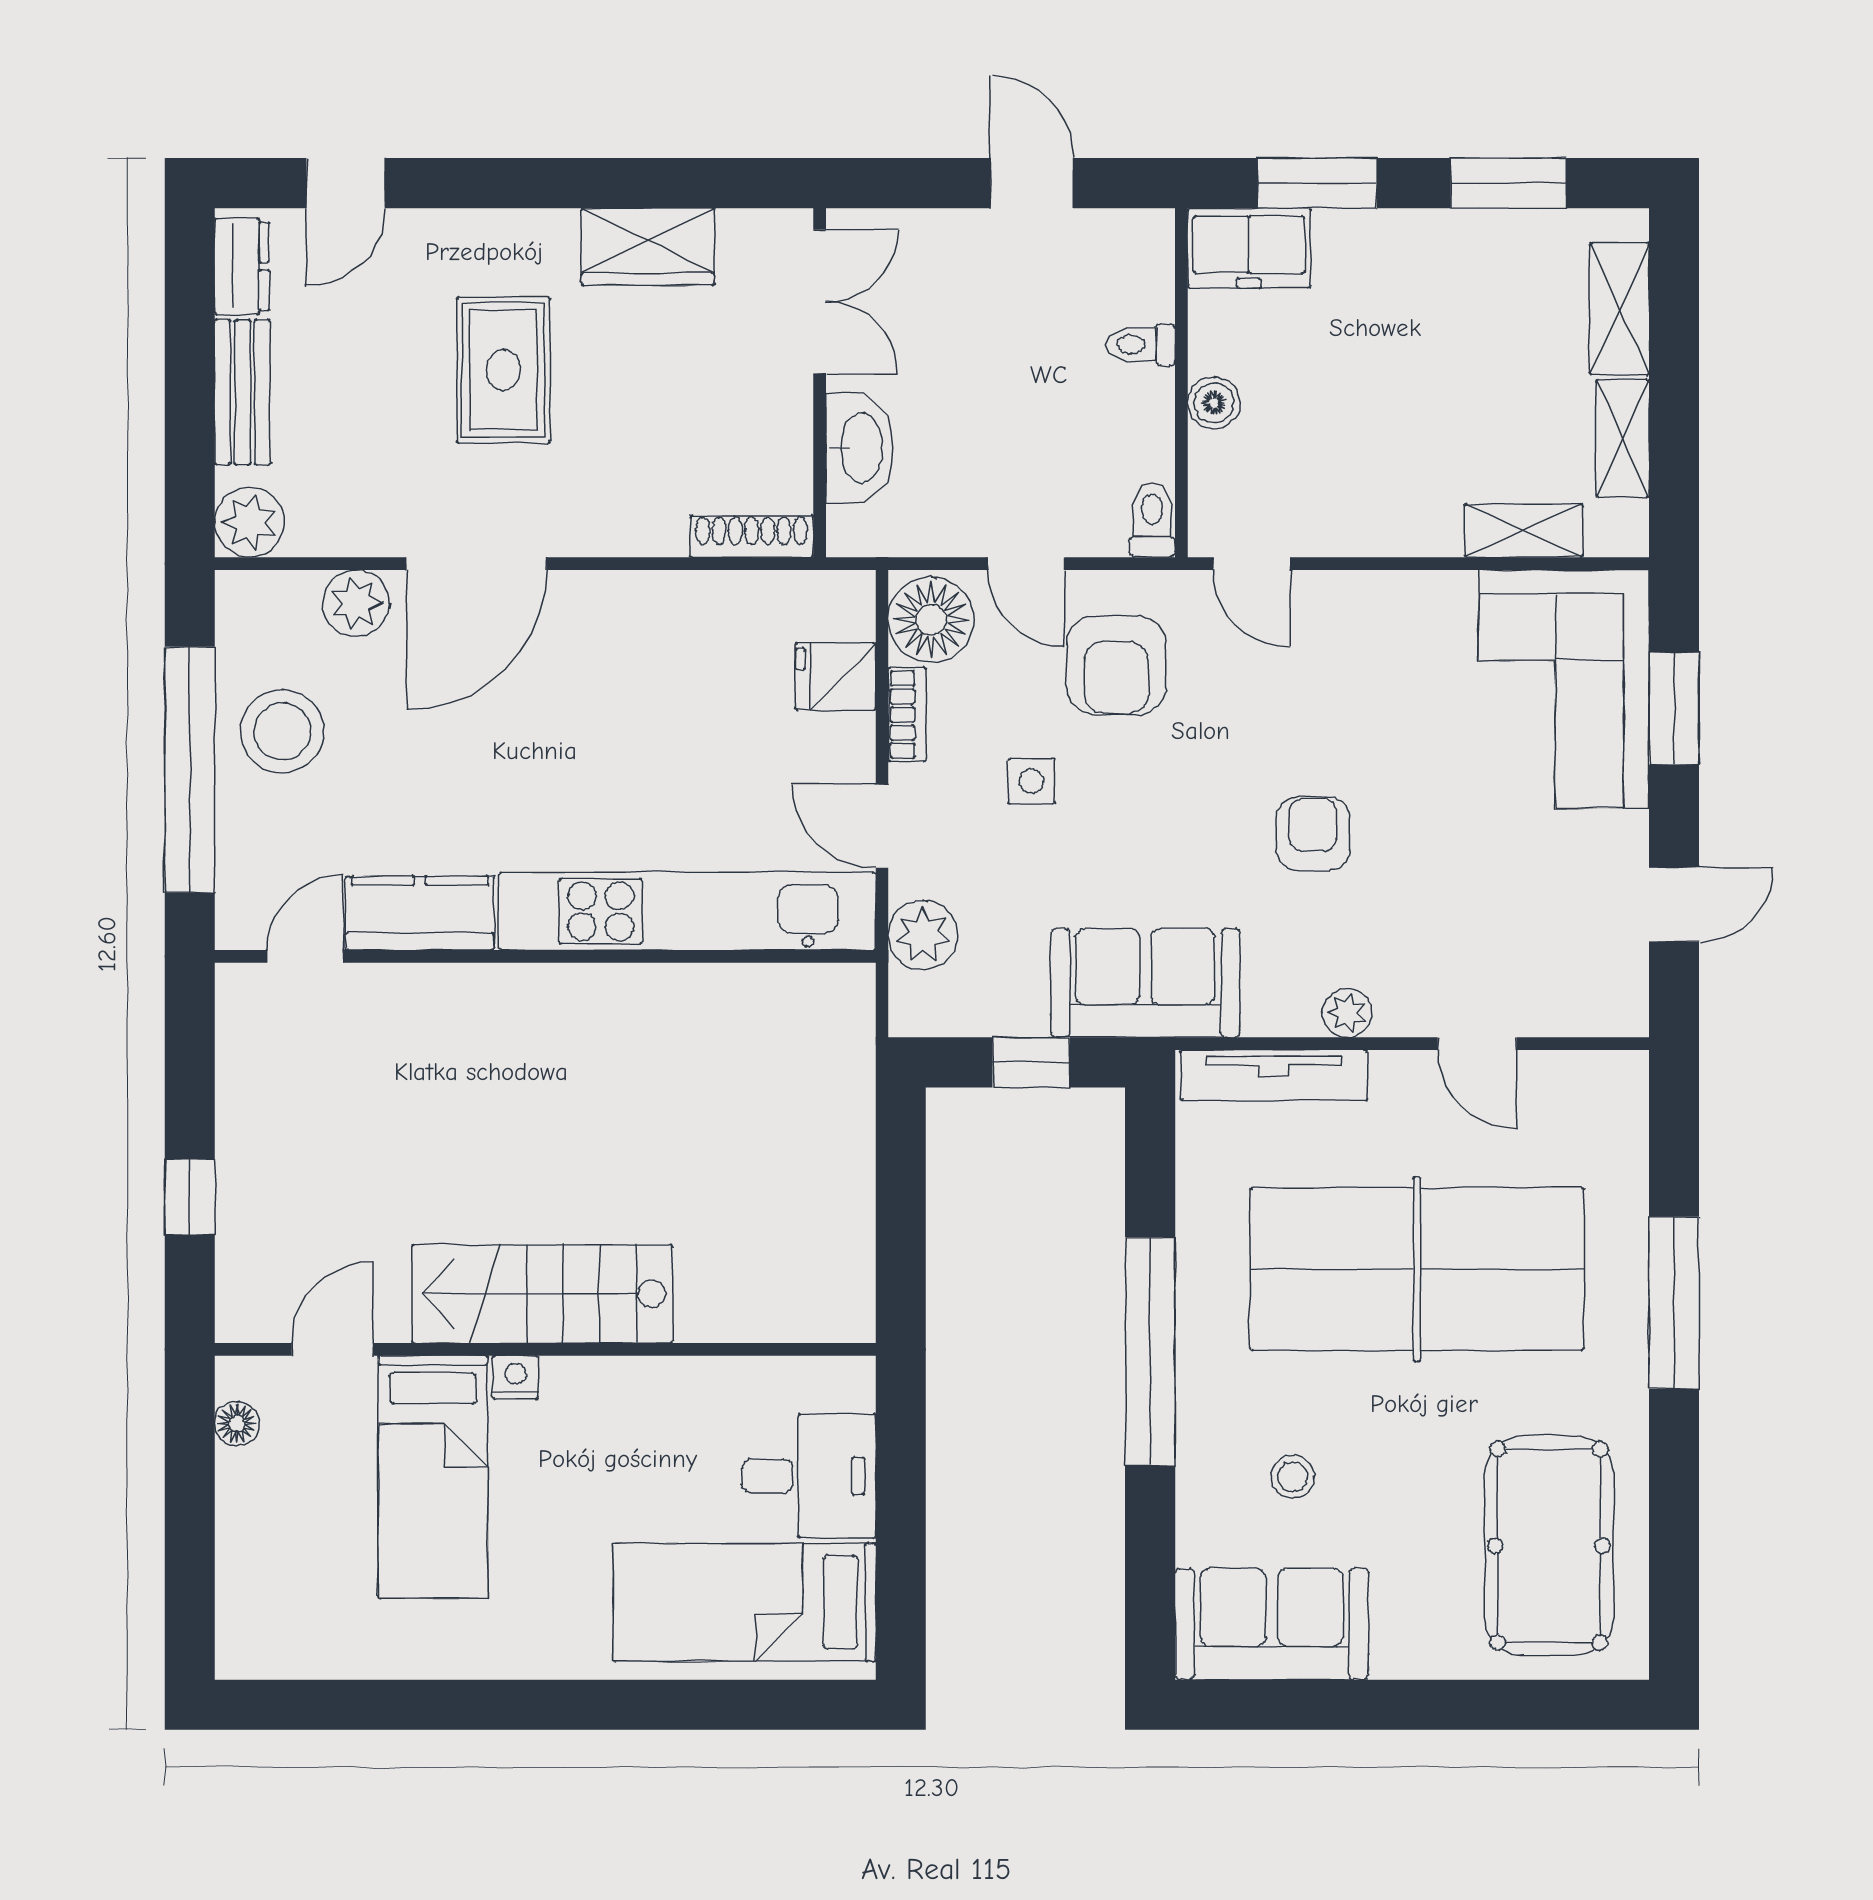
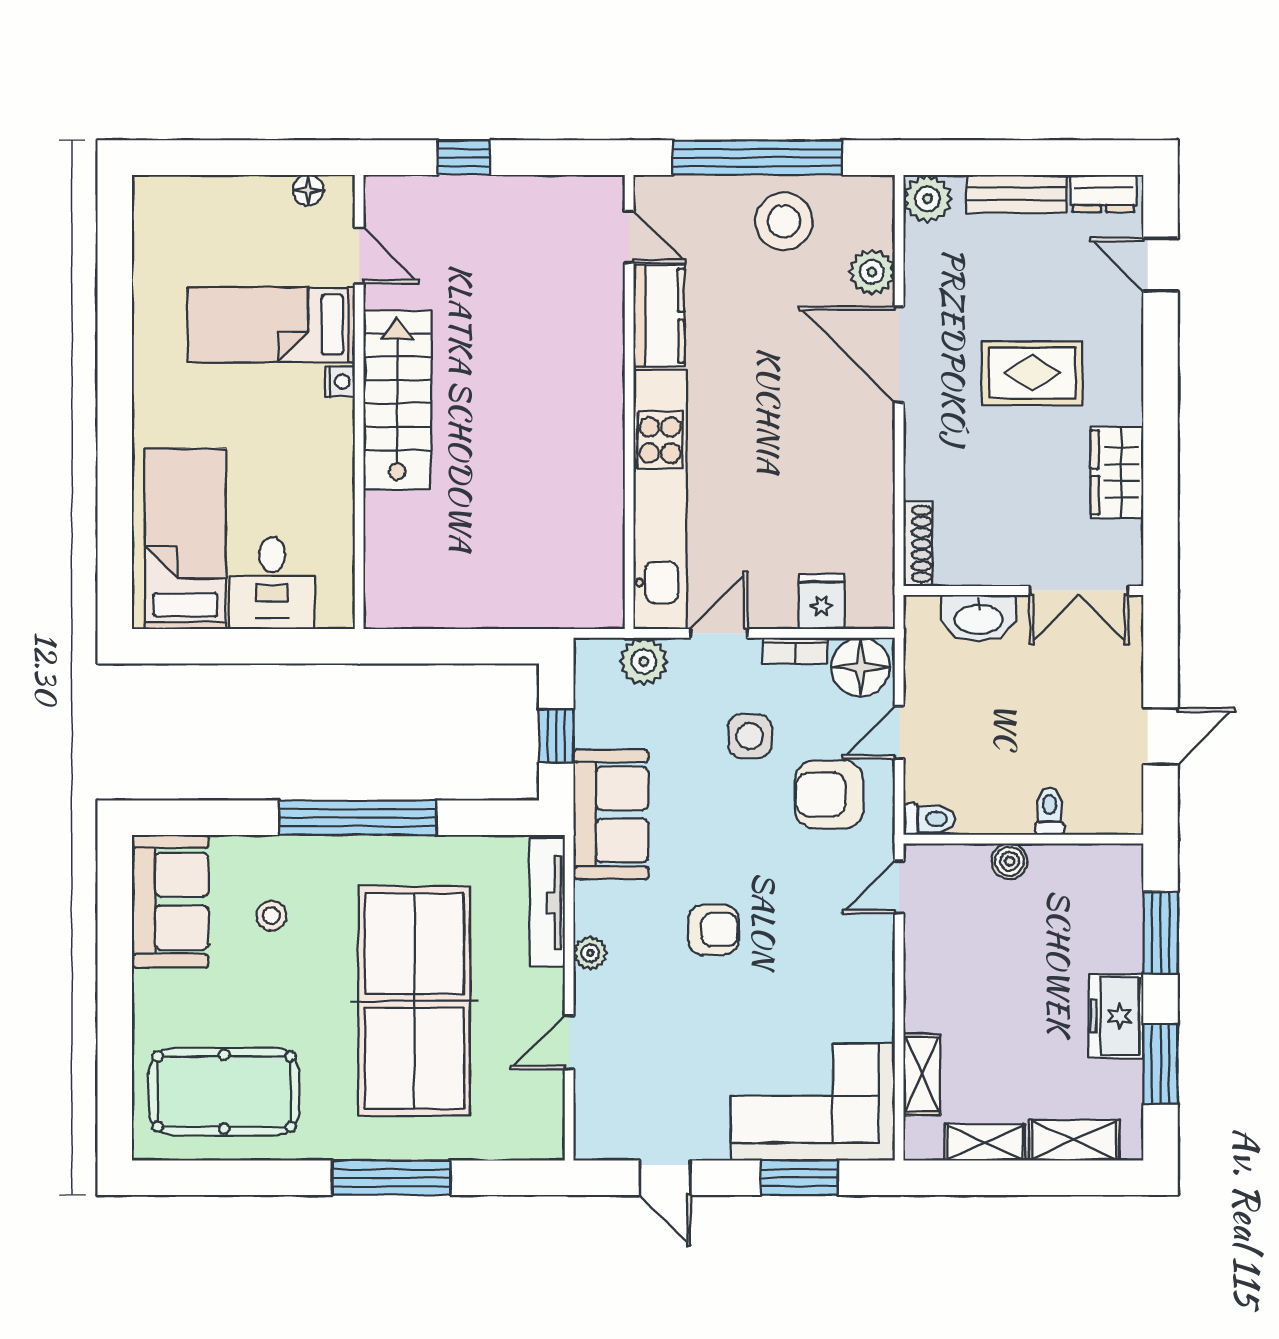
freezer: (1249, 248) -> (1116, 1016), moved
side table: (1031, 781) -> (750, 736), width x1.37, depth x1.37

